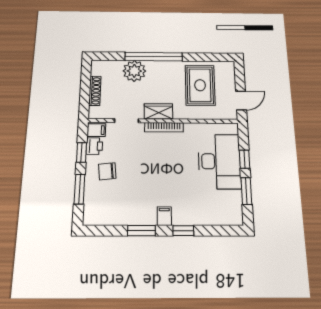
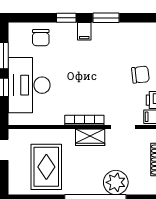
chair: (209, 210) -> (41, 38), added

